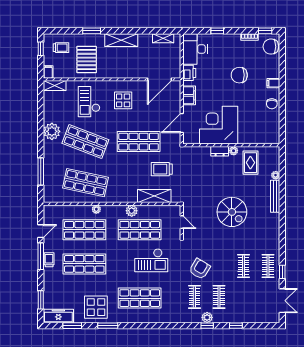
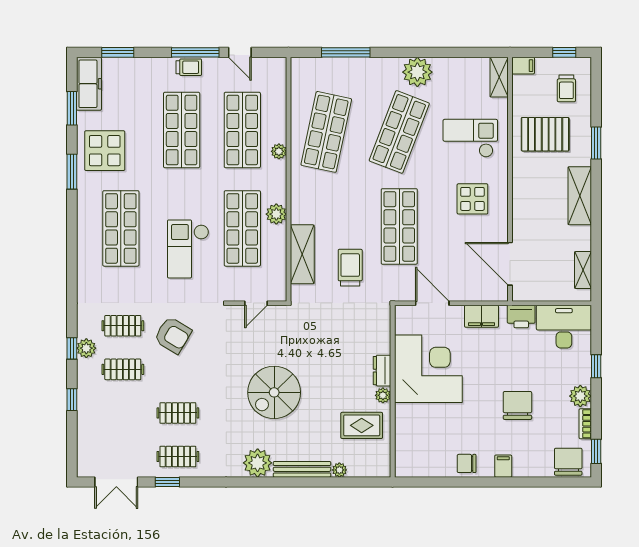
plant: (234, 40) -> (580, 396), added
plant: (272, 221) -> (258, 463), added

